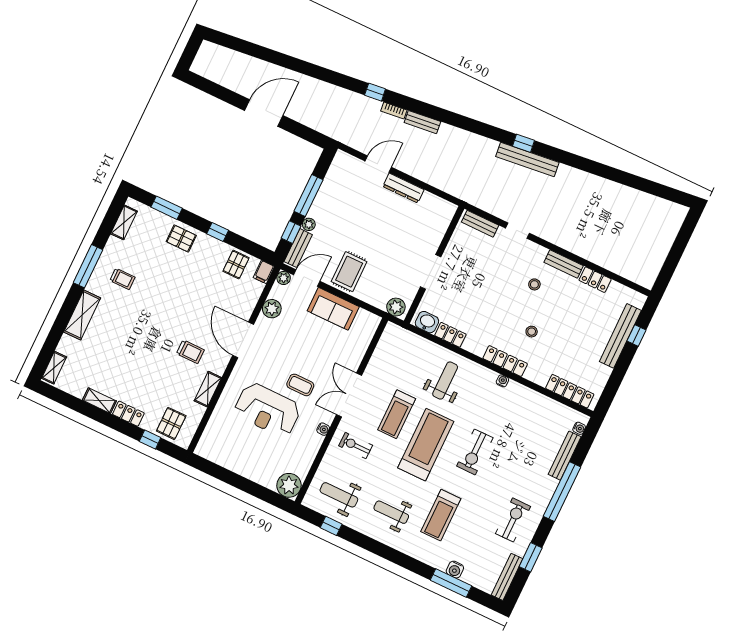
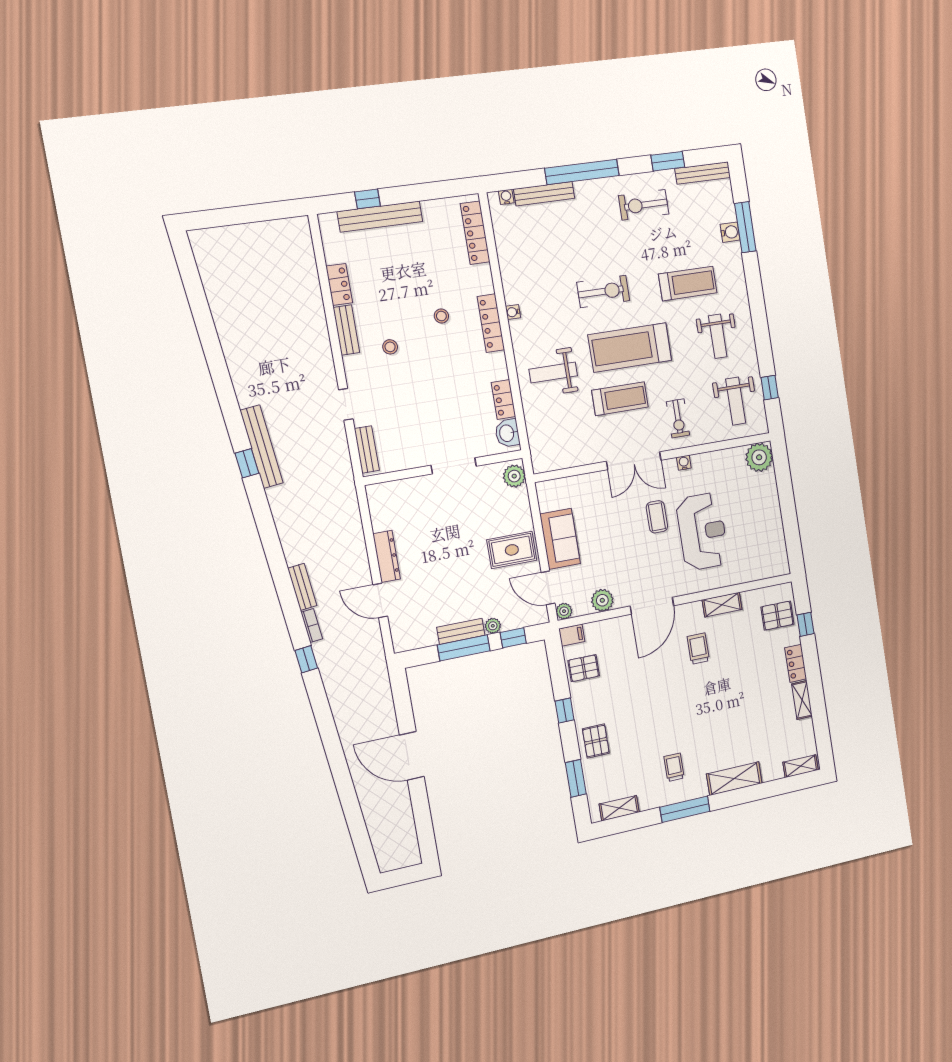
bench: (298, 248) -> (461, 631), moved

